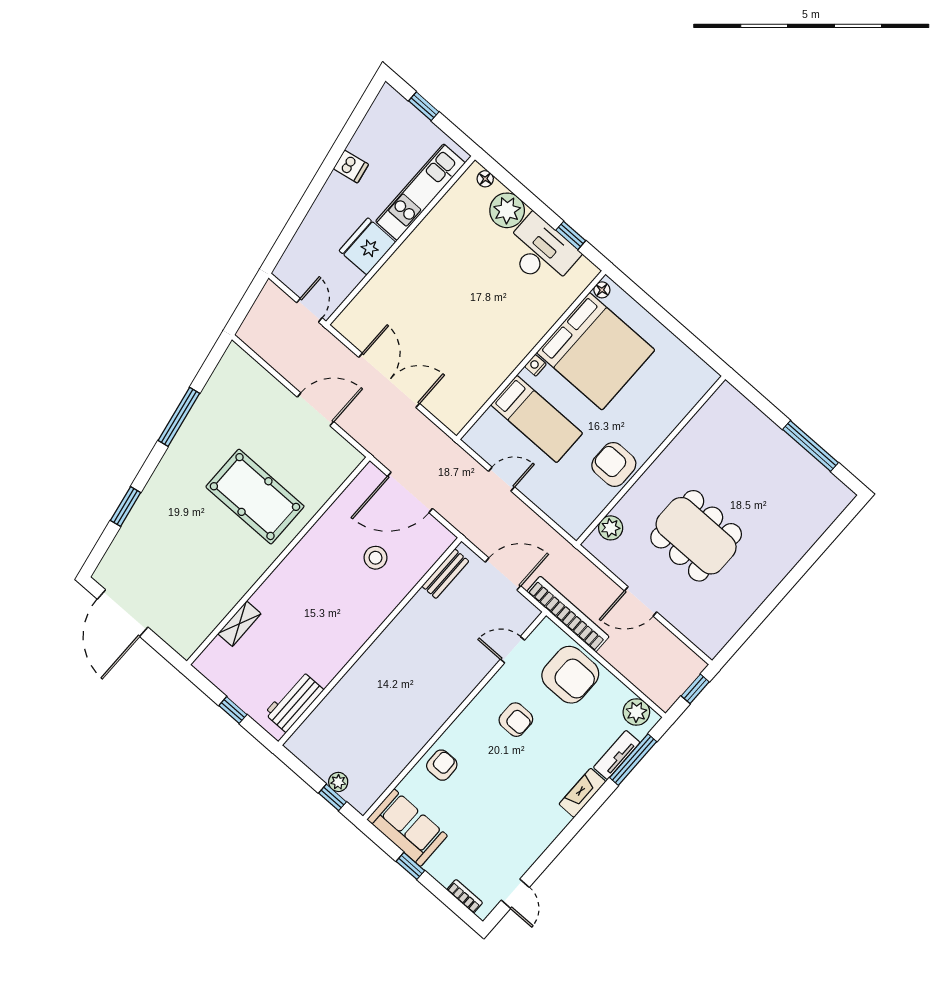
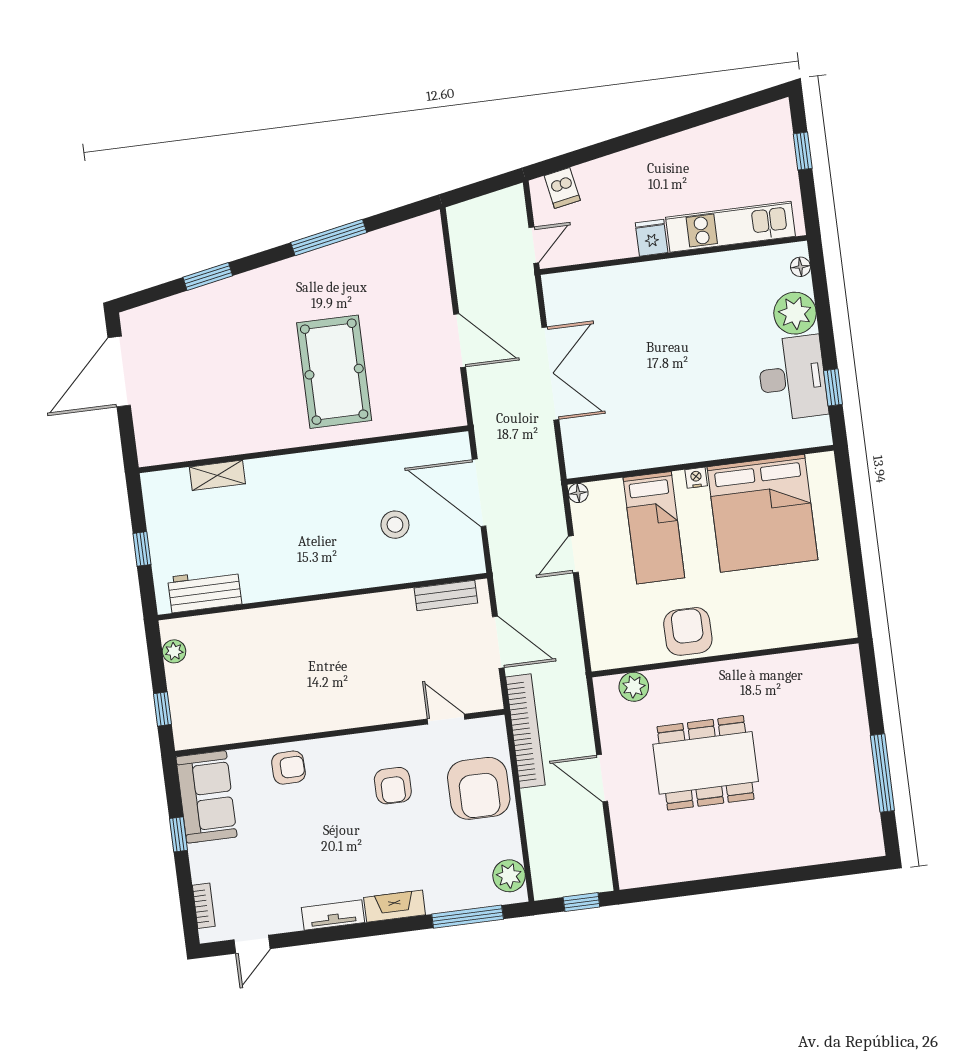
dishwasher: (351, 167) -> (562, 188), moved
fridge: (367, 246) -> (652, 238), width x0.53, depth x0.75
floor lamp: (602, 290) -> (578, 493), moved
door: (501, 479) -> (573, 554), swing flipped
dining table: (696, 536) -> (706, 763), turned 90
tv unit: (617, 755) -> (333, 915), moved
plant: (338, 782) -> (174, 651), moved

